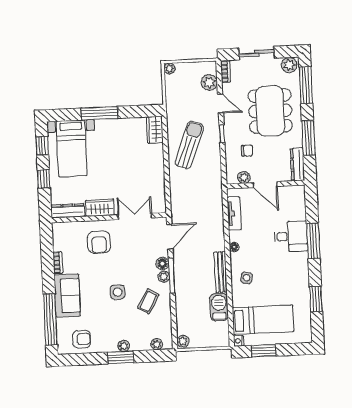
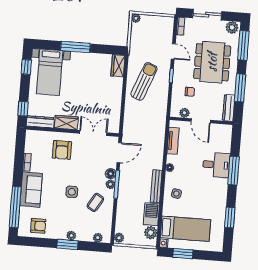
plant: (209, 82) -> (151, 233), moved
window: (44, 179) -> (23, 109), moved

